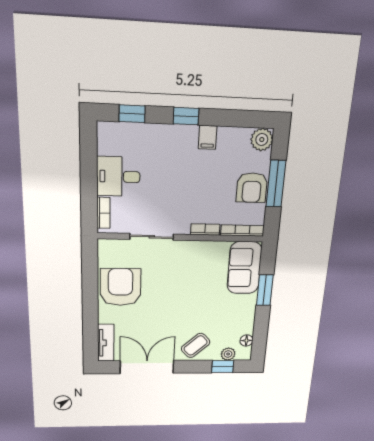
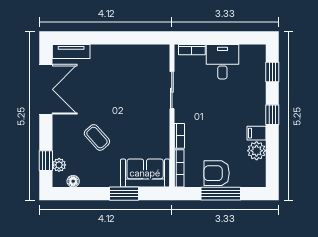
plant: (262, 139) -> (257, 151), moved
armchair: (120, 287) -> (126, 64), removed
coffee table: (196, 345) -> (97, 137), moved

